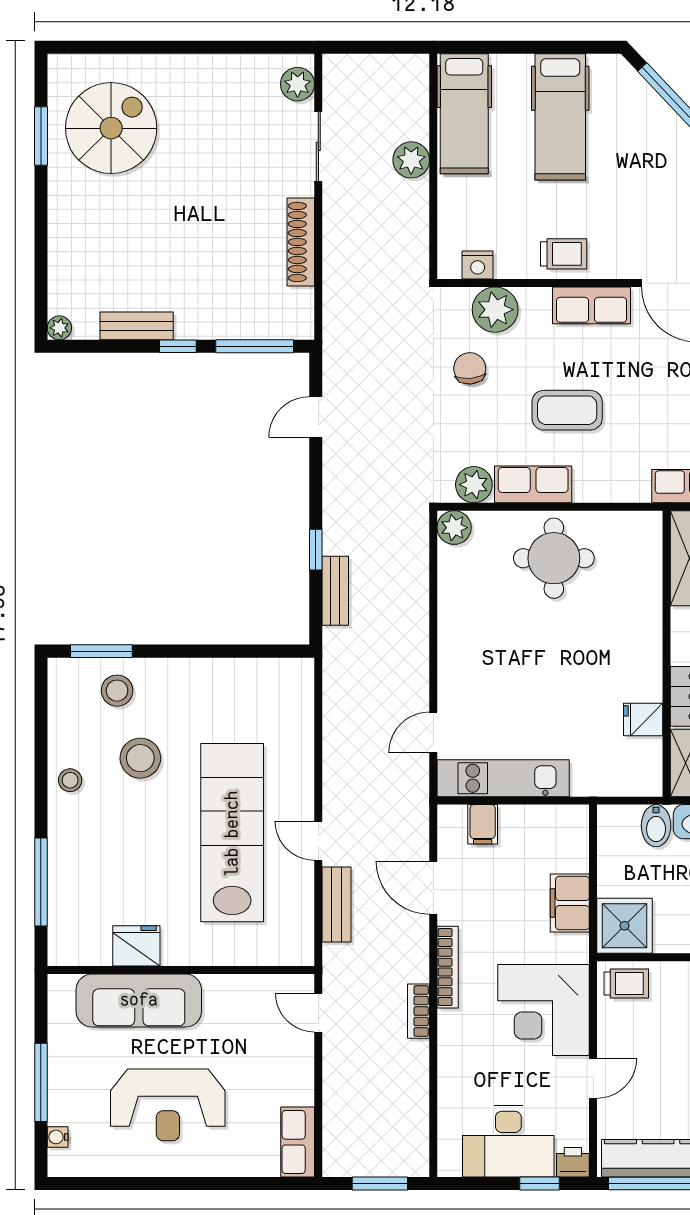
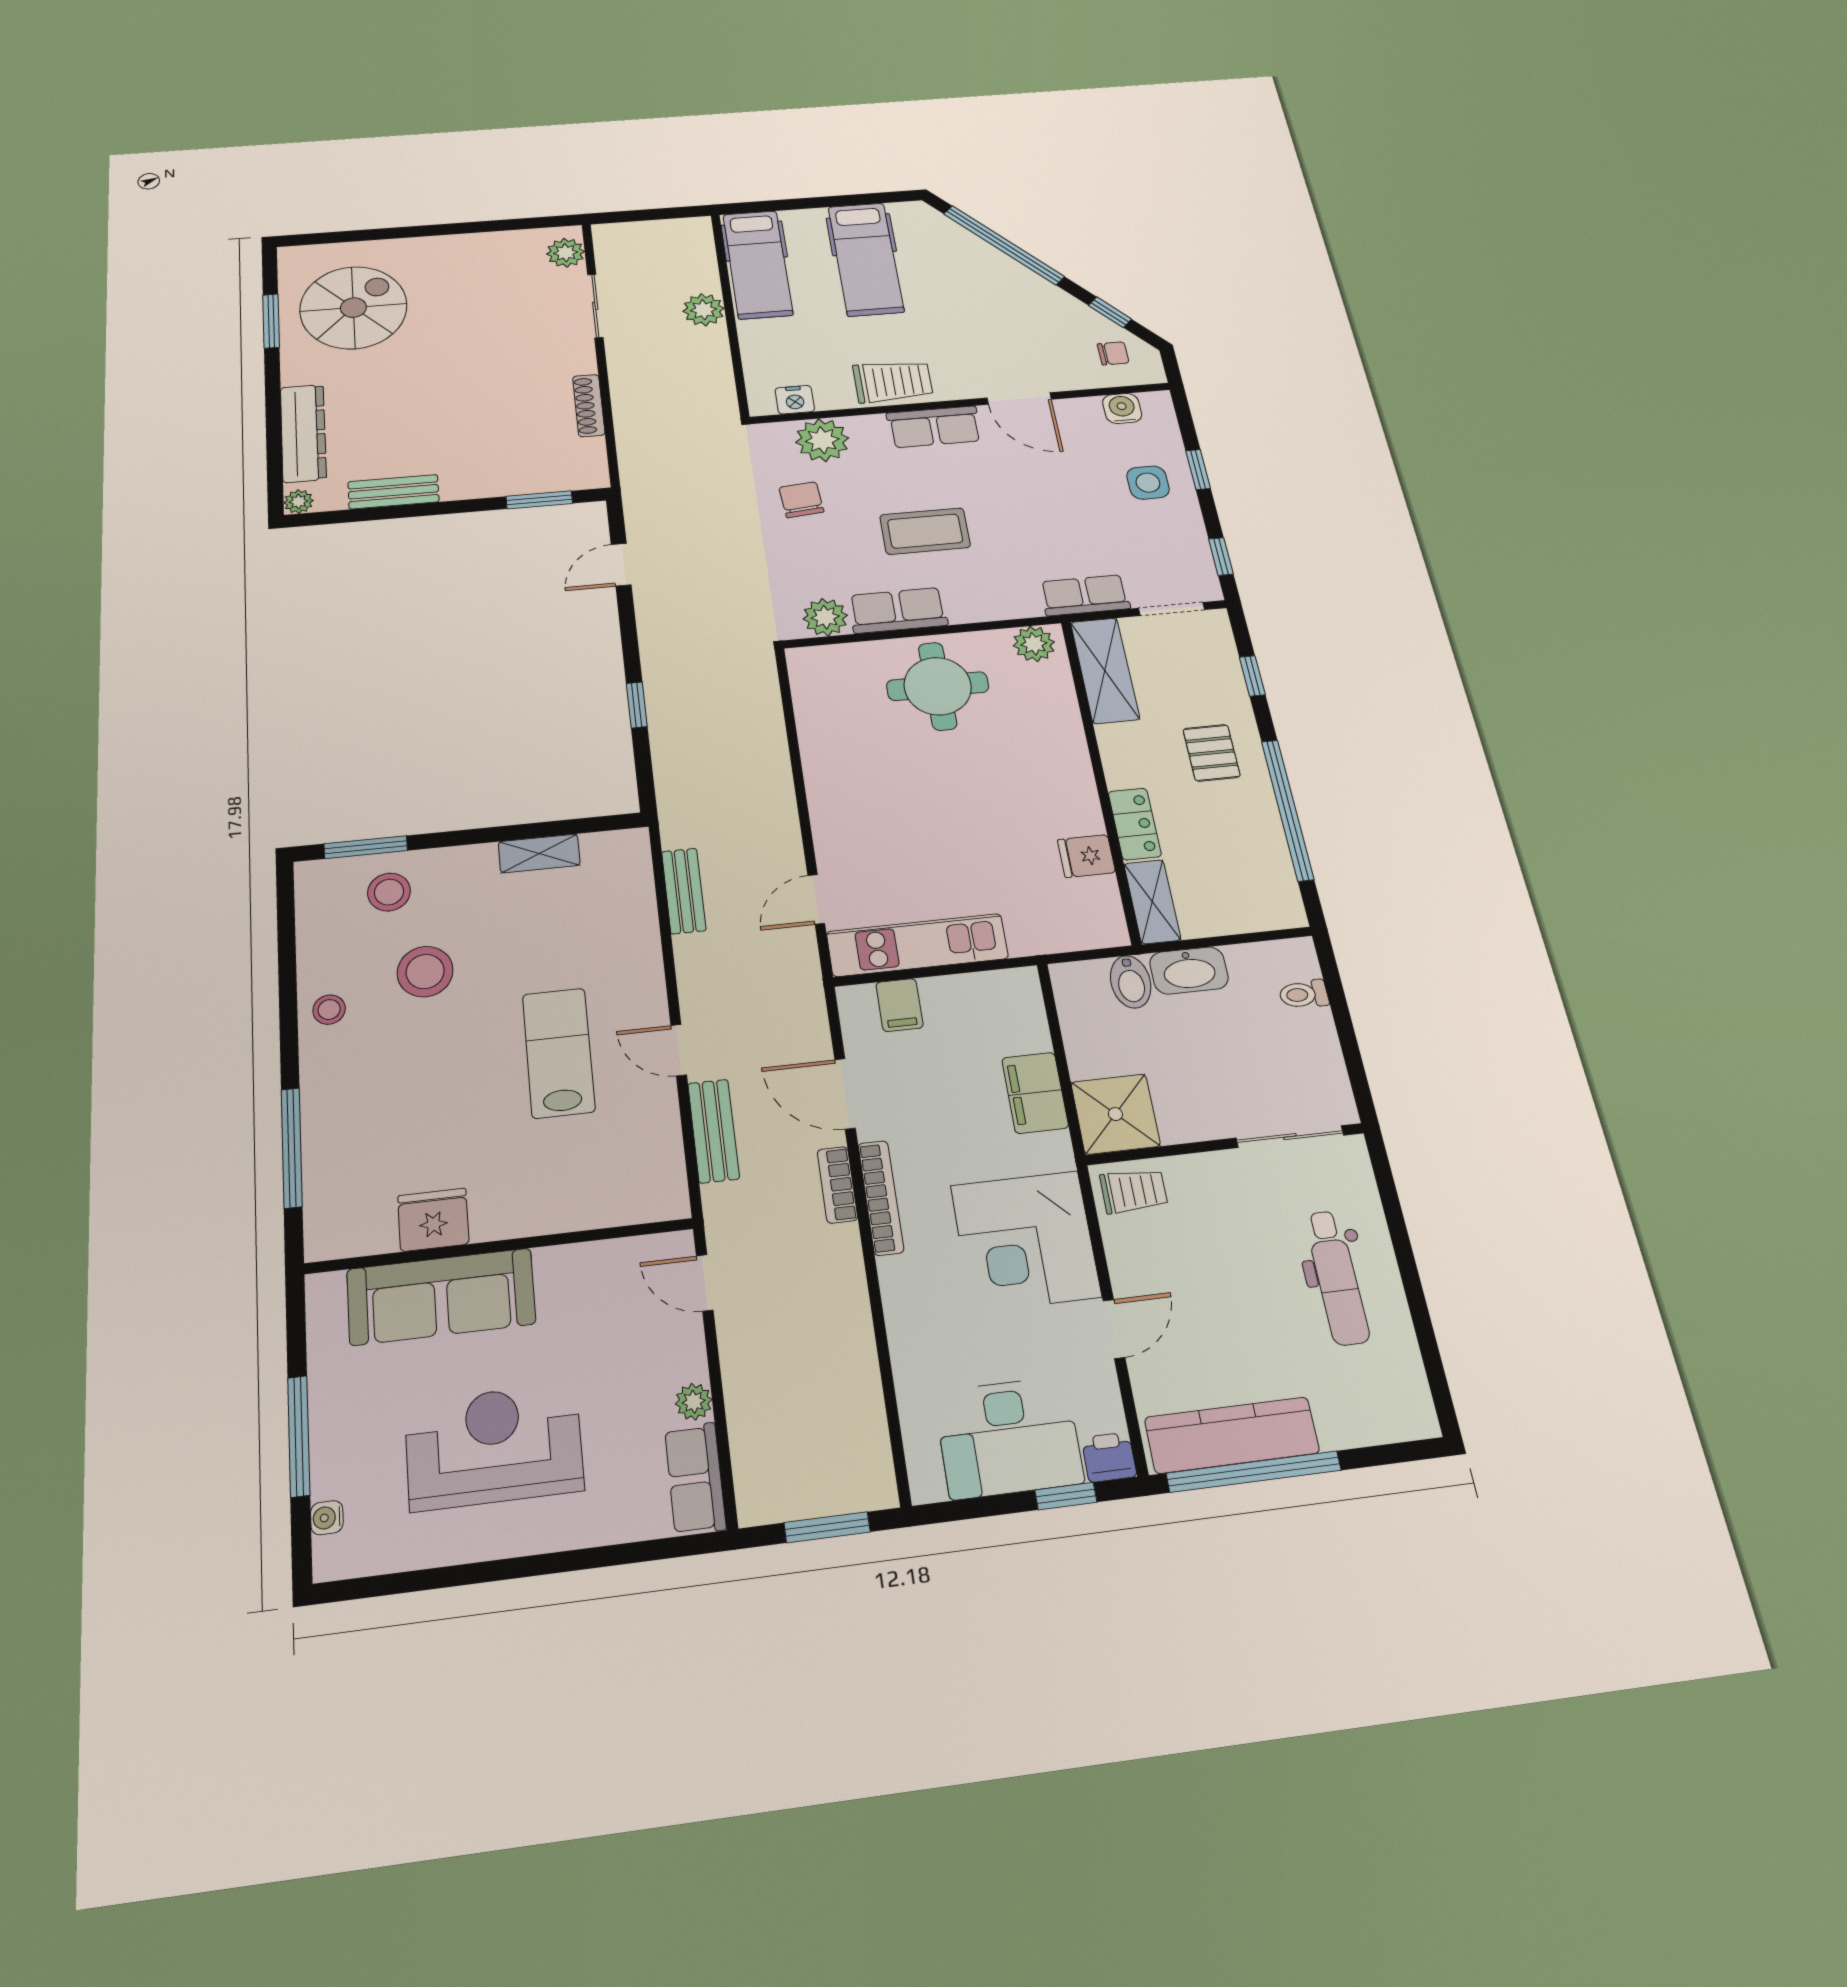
shoe rack: (301, 242) -> (589, 406), width x0.74, depth x0.81
trolley: (564, 254) -> (893, 381), width x1.36, depth x1.39
dresser: (65, 258) -> (303, 433), added
window: (178, 346) -> (445, 508), removed
window: (255, 346) -> (539, 500), width x0.69
plant: (454, 528) -> (1034, 644), moved
bench: (335, 591) -> (684, 891), moved
shelving: (230, 671) -> (539, 853), added
lab bench: (232, 833) -> (559, 1053), width x0.54, depth x0.72
bookcase: (419, 1011) -> (837, 1185), moved
plant: (302, 1092) -> (694, 1402), added
reception desk: (168, 1105) -> (494, 1446), turned 180

